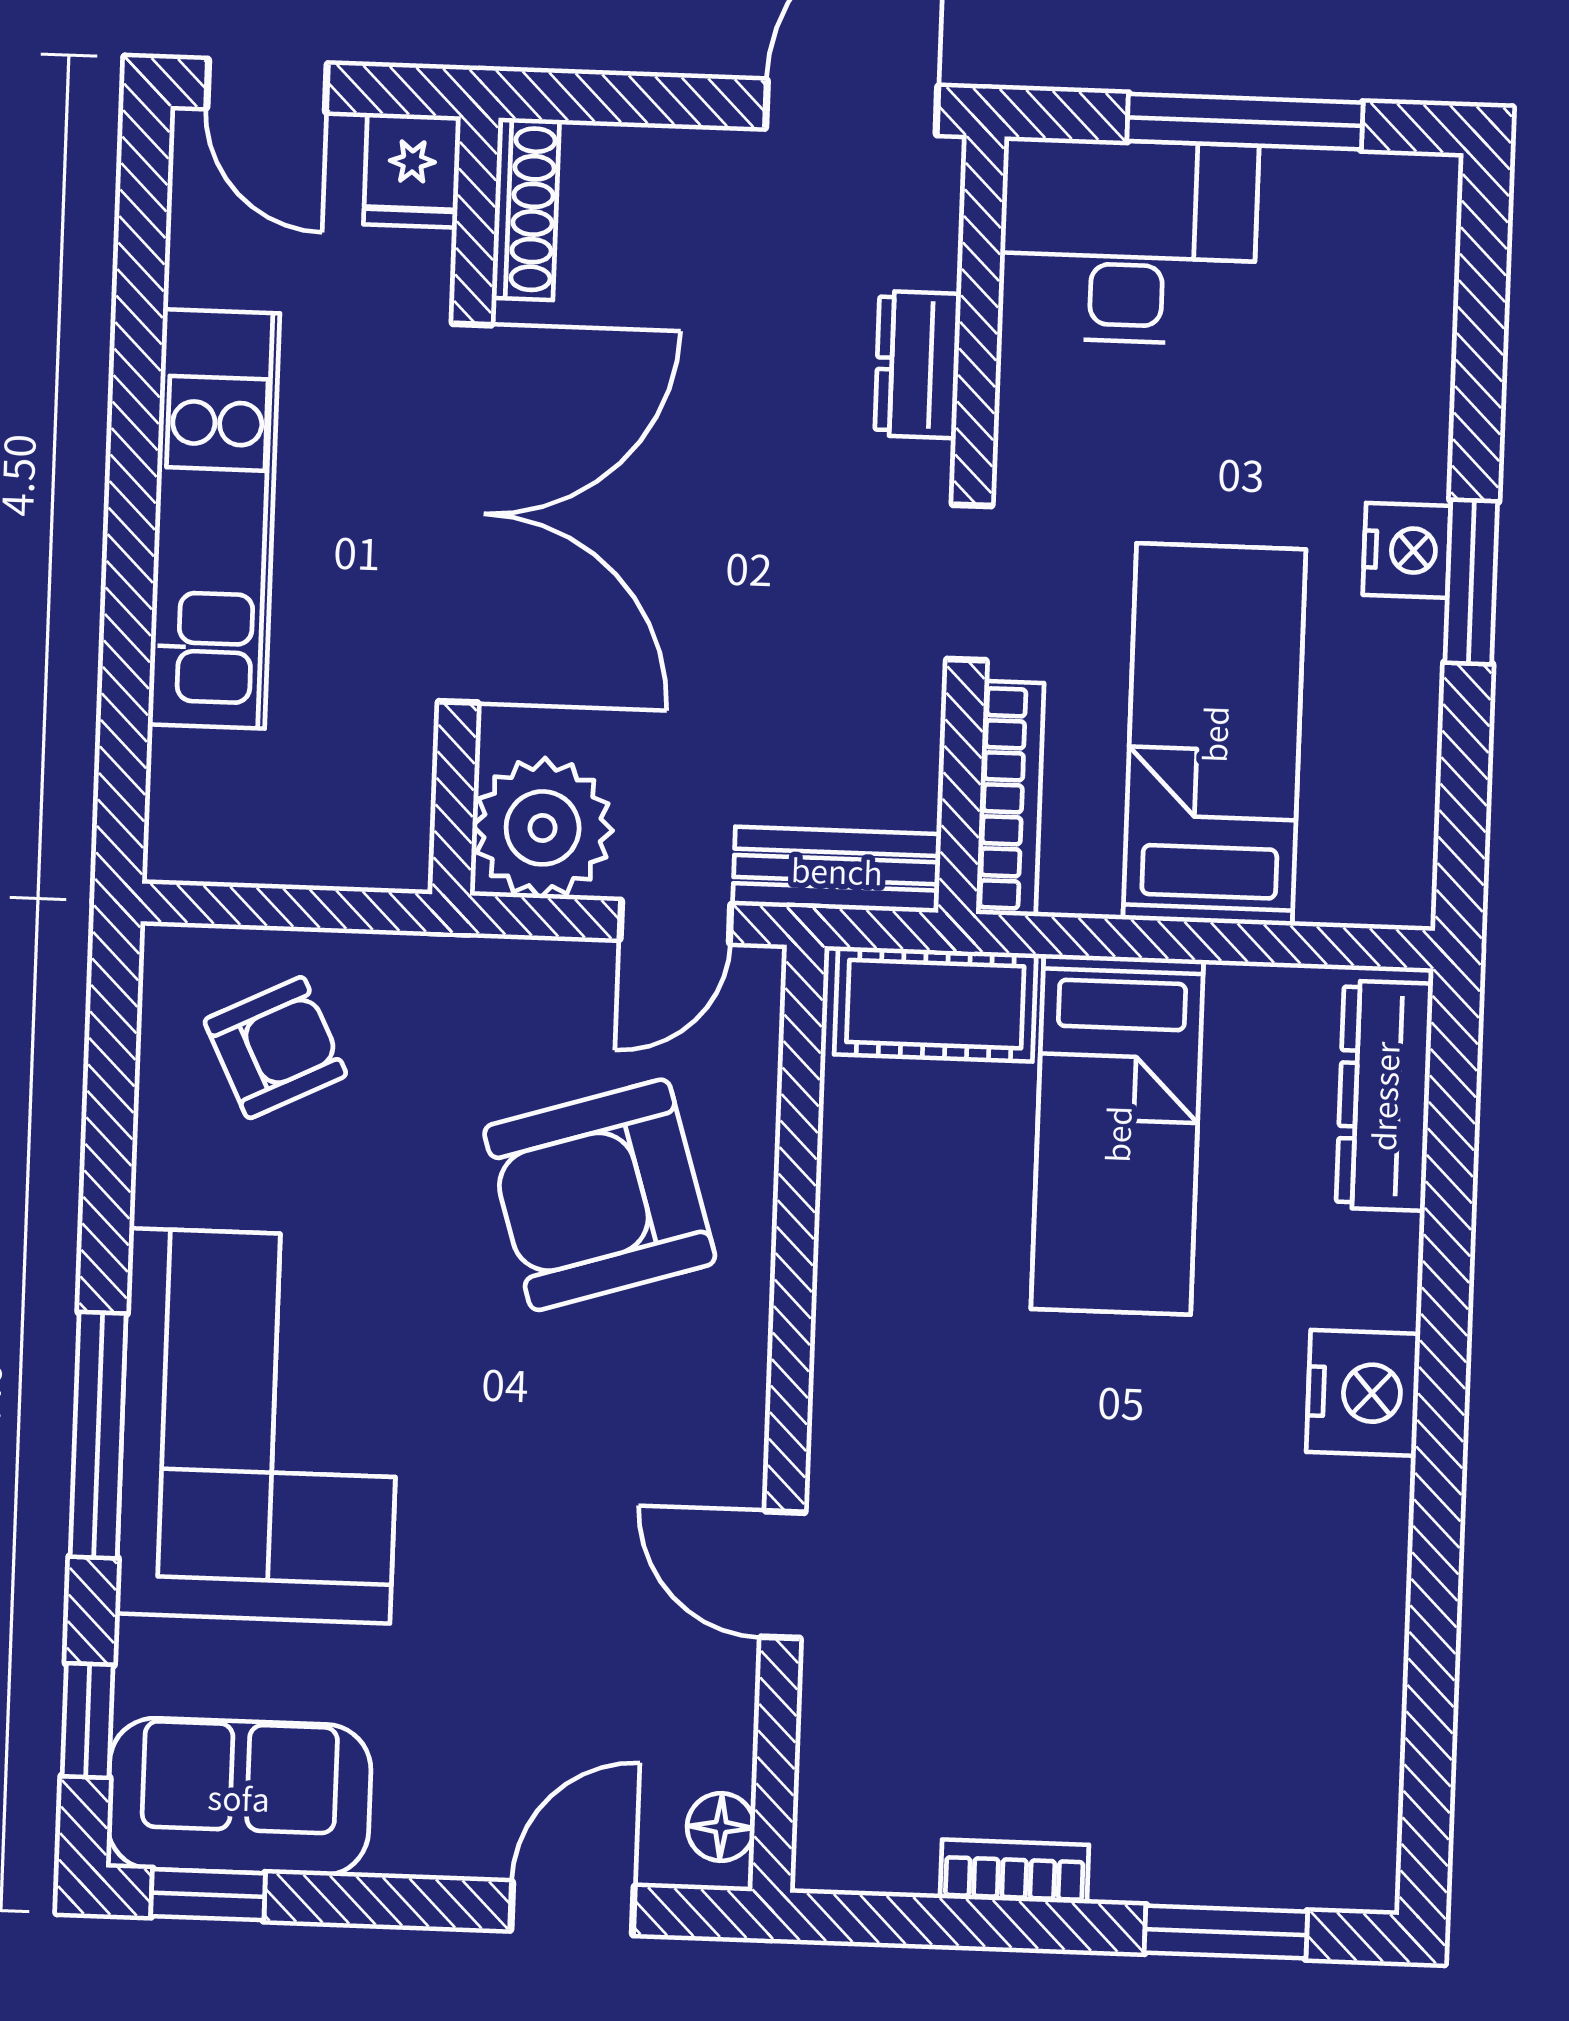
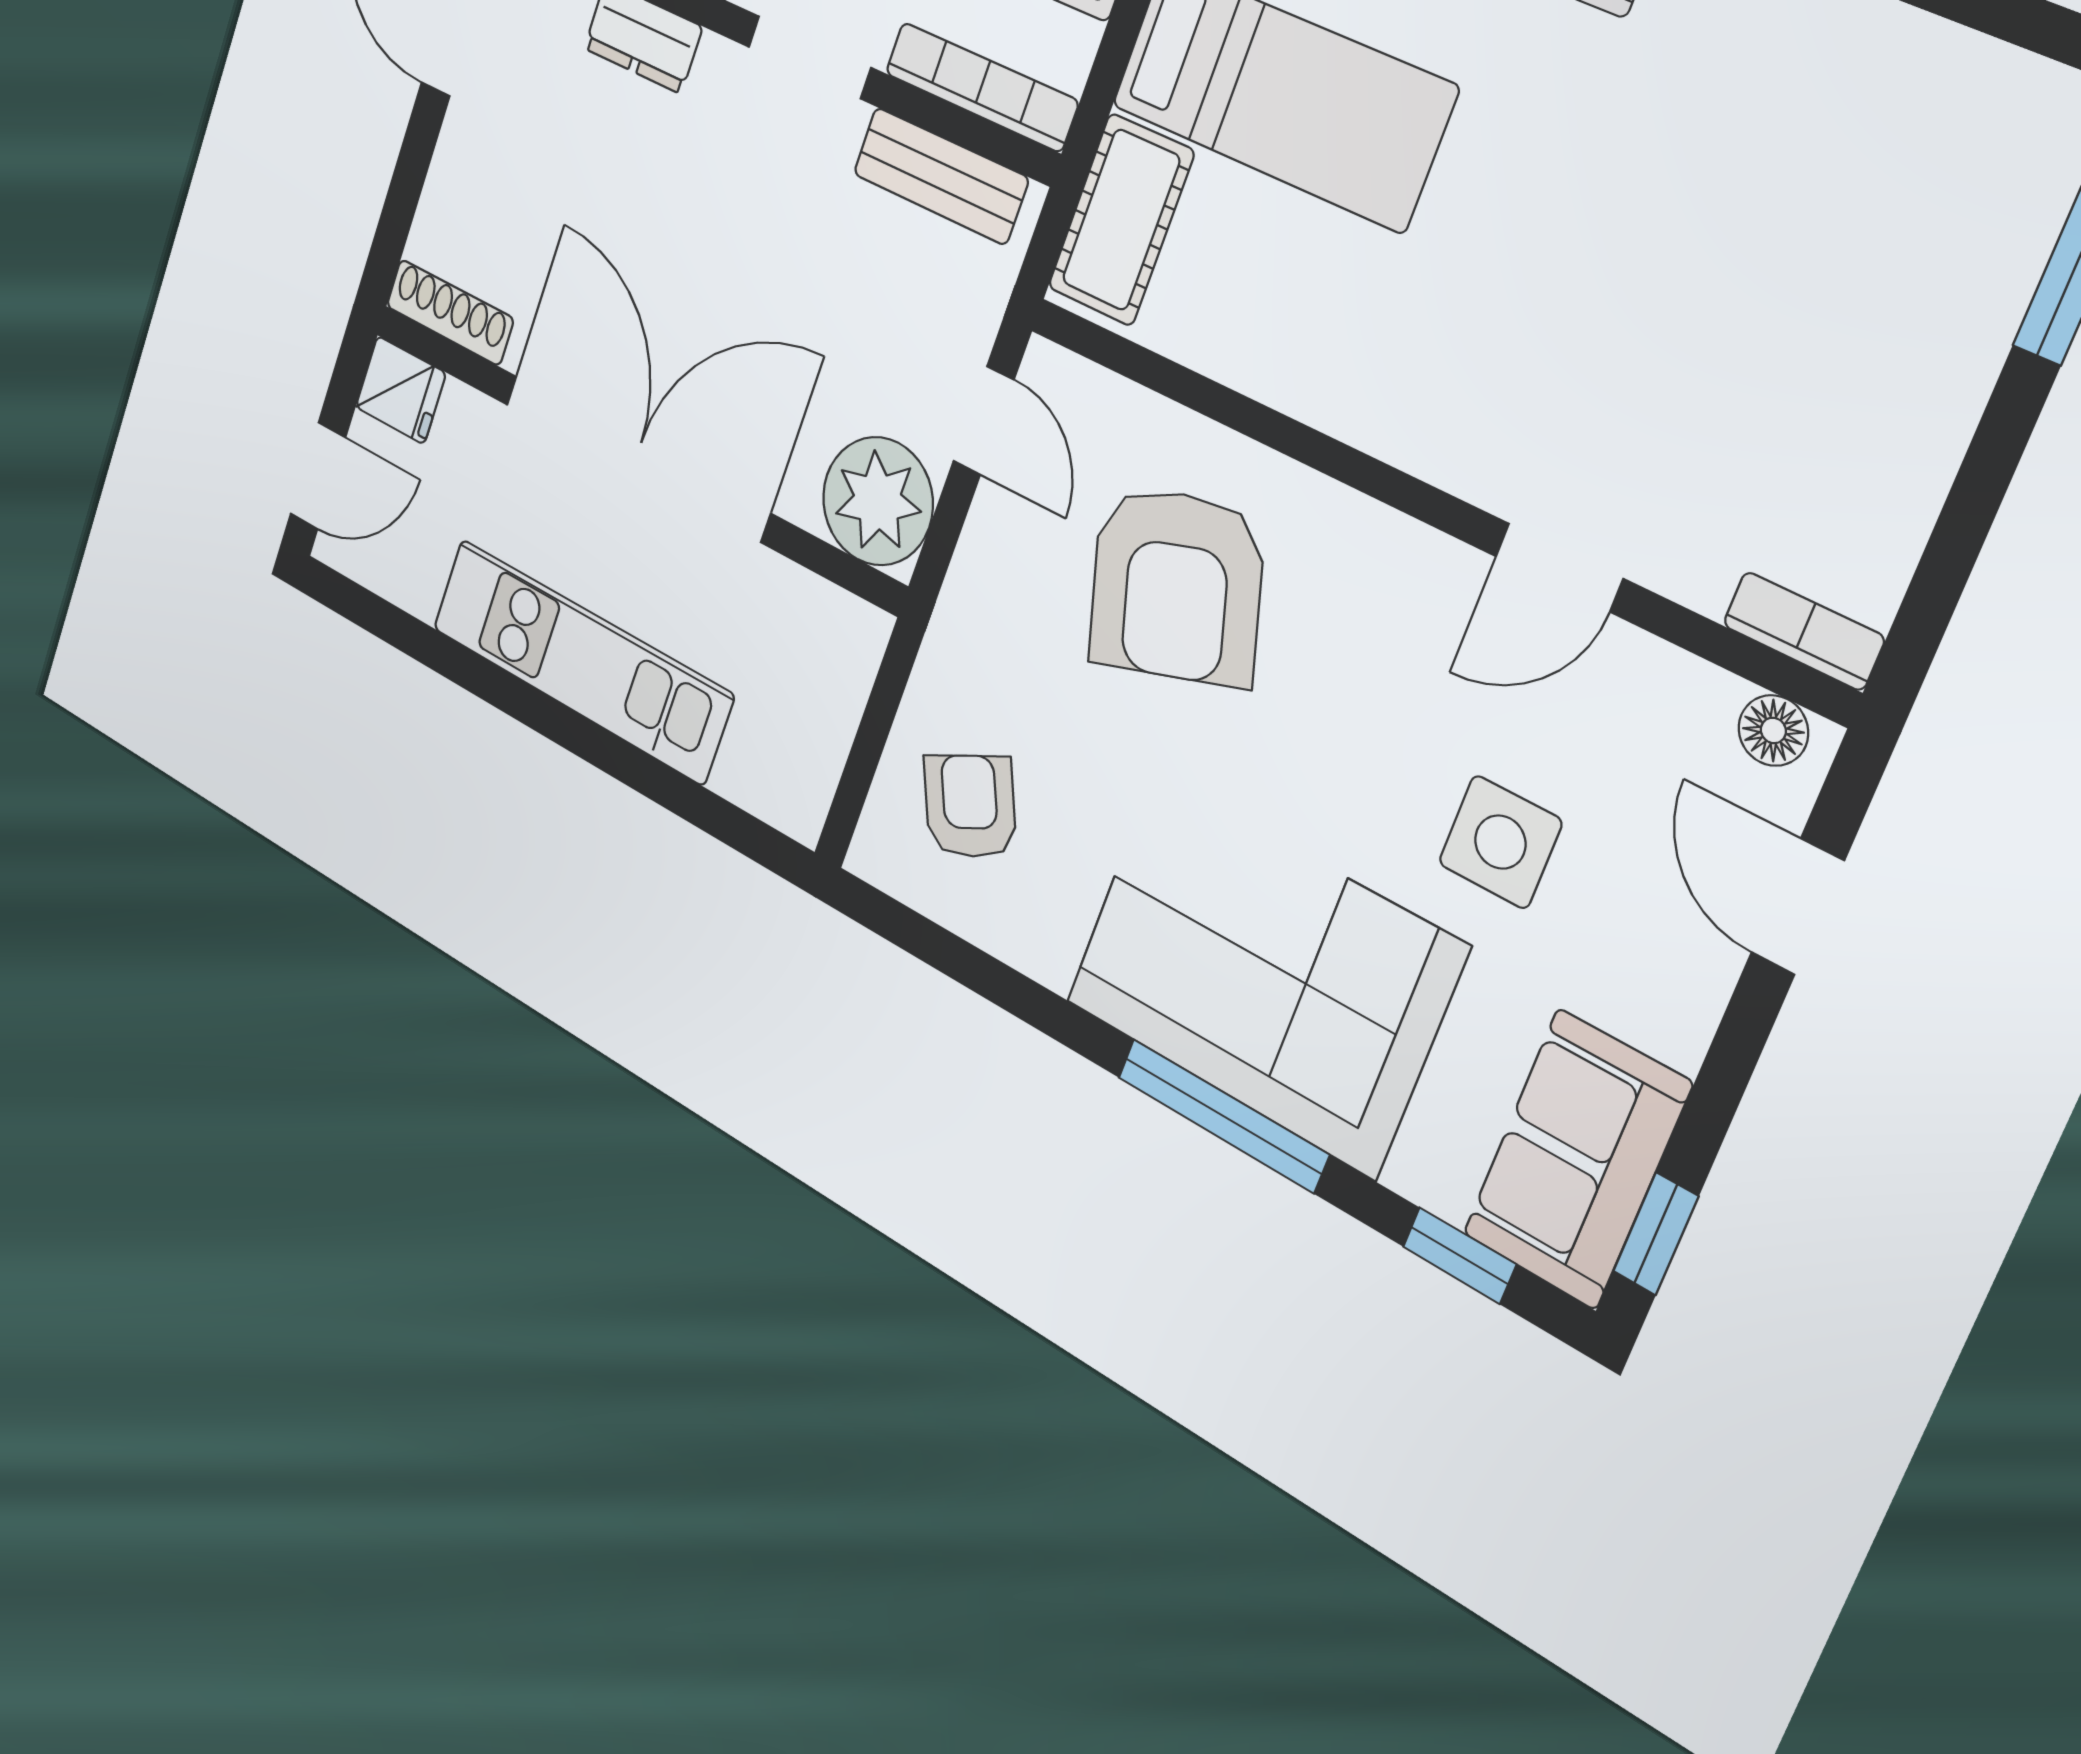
bench: (837, 870) -> (941, 176), moved, turned 90
side table: (501, 1614) -> (1500, 842), added
bookcase: (1014, 1871) -> (1804, 631), moved, turned 90

